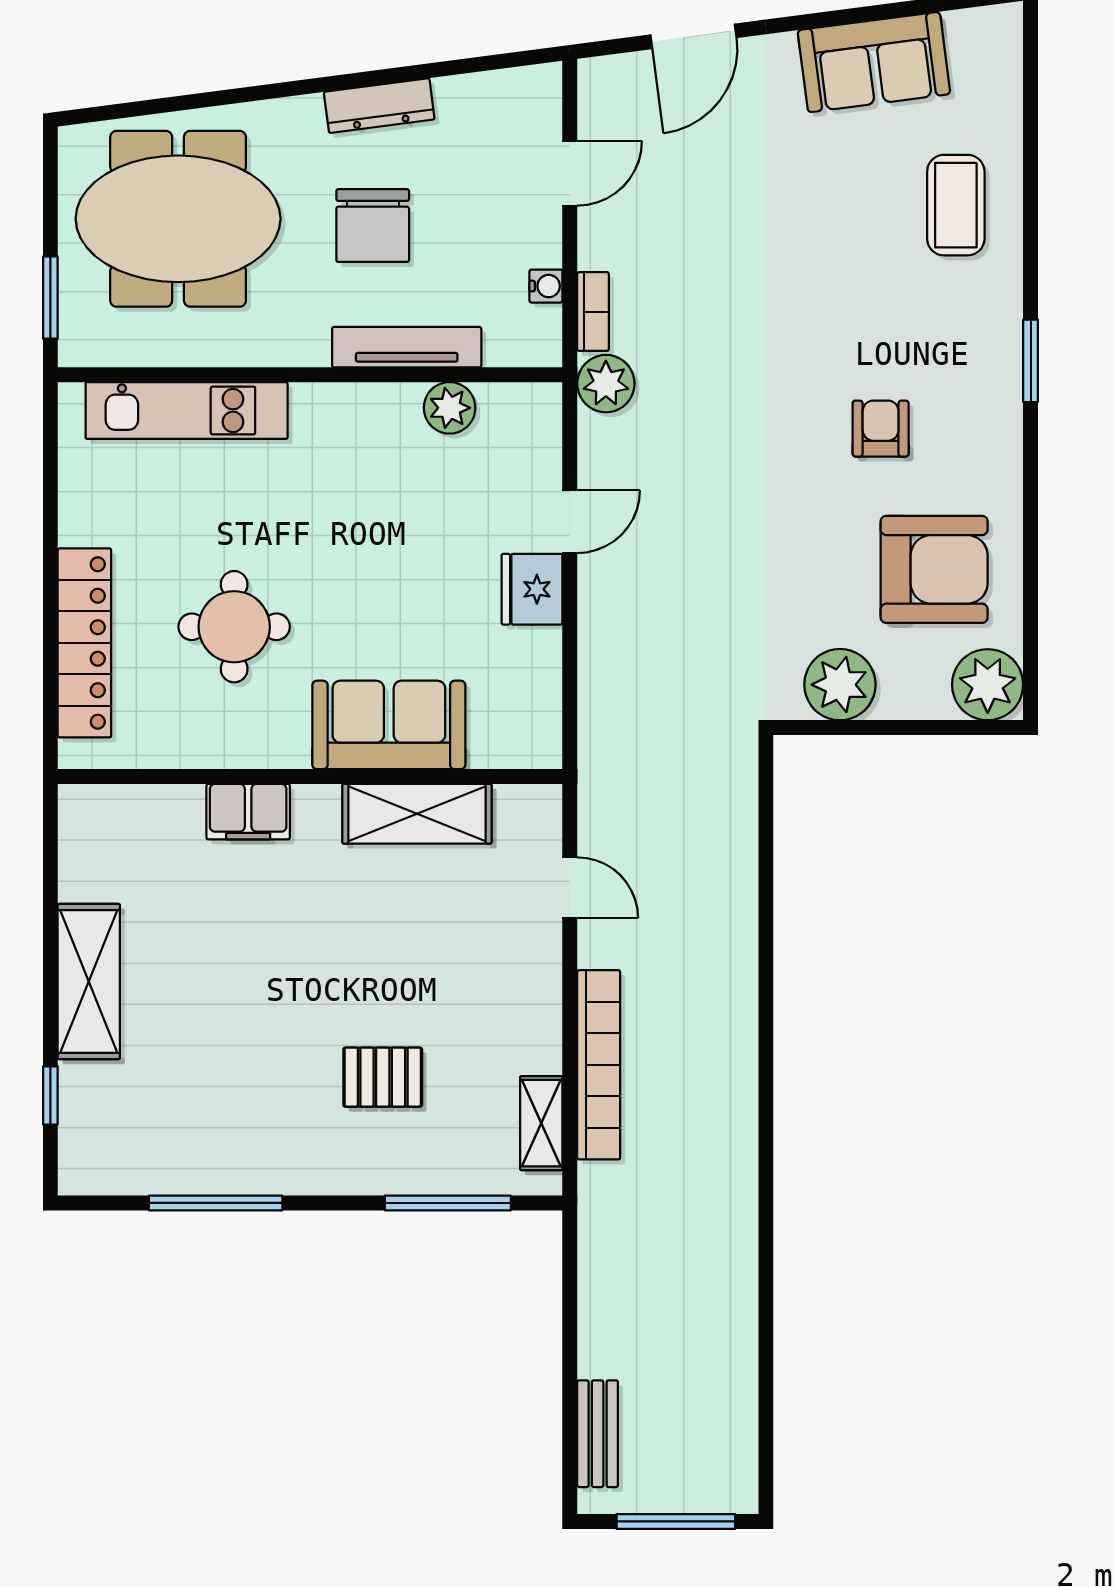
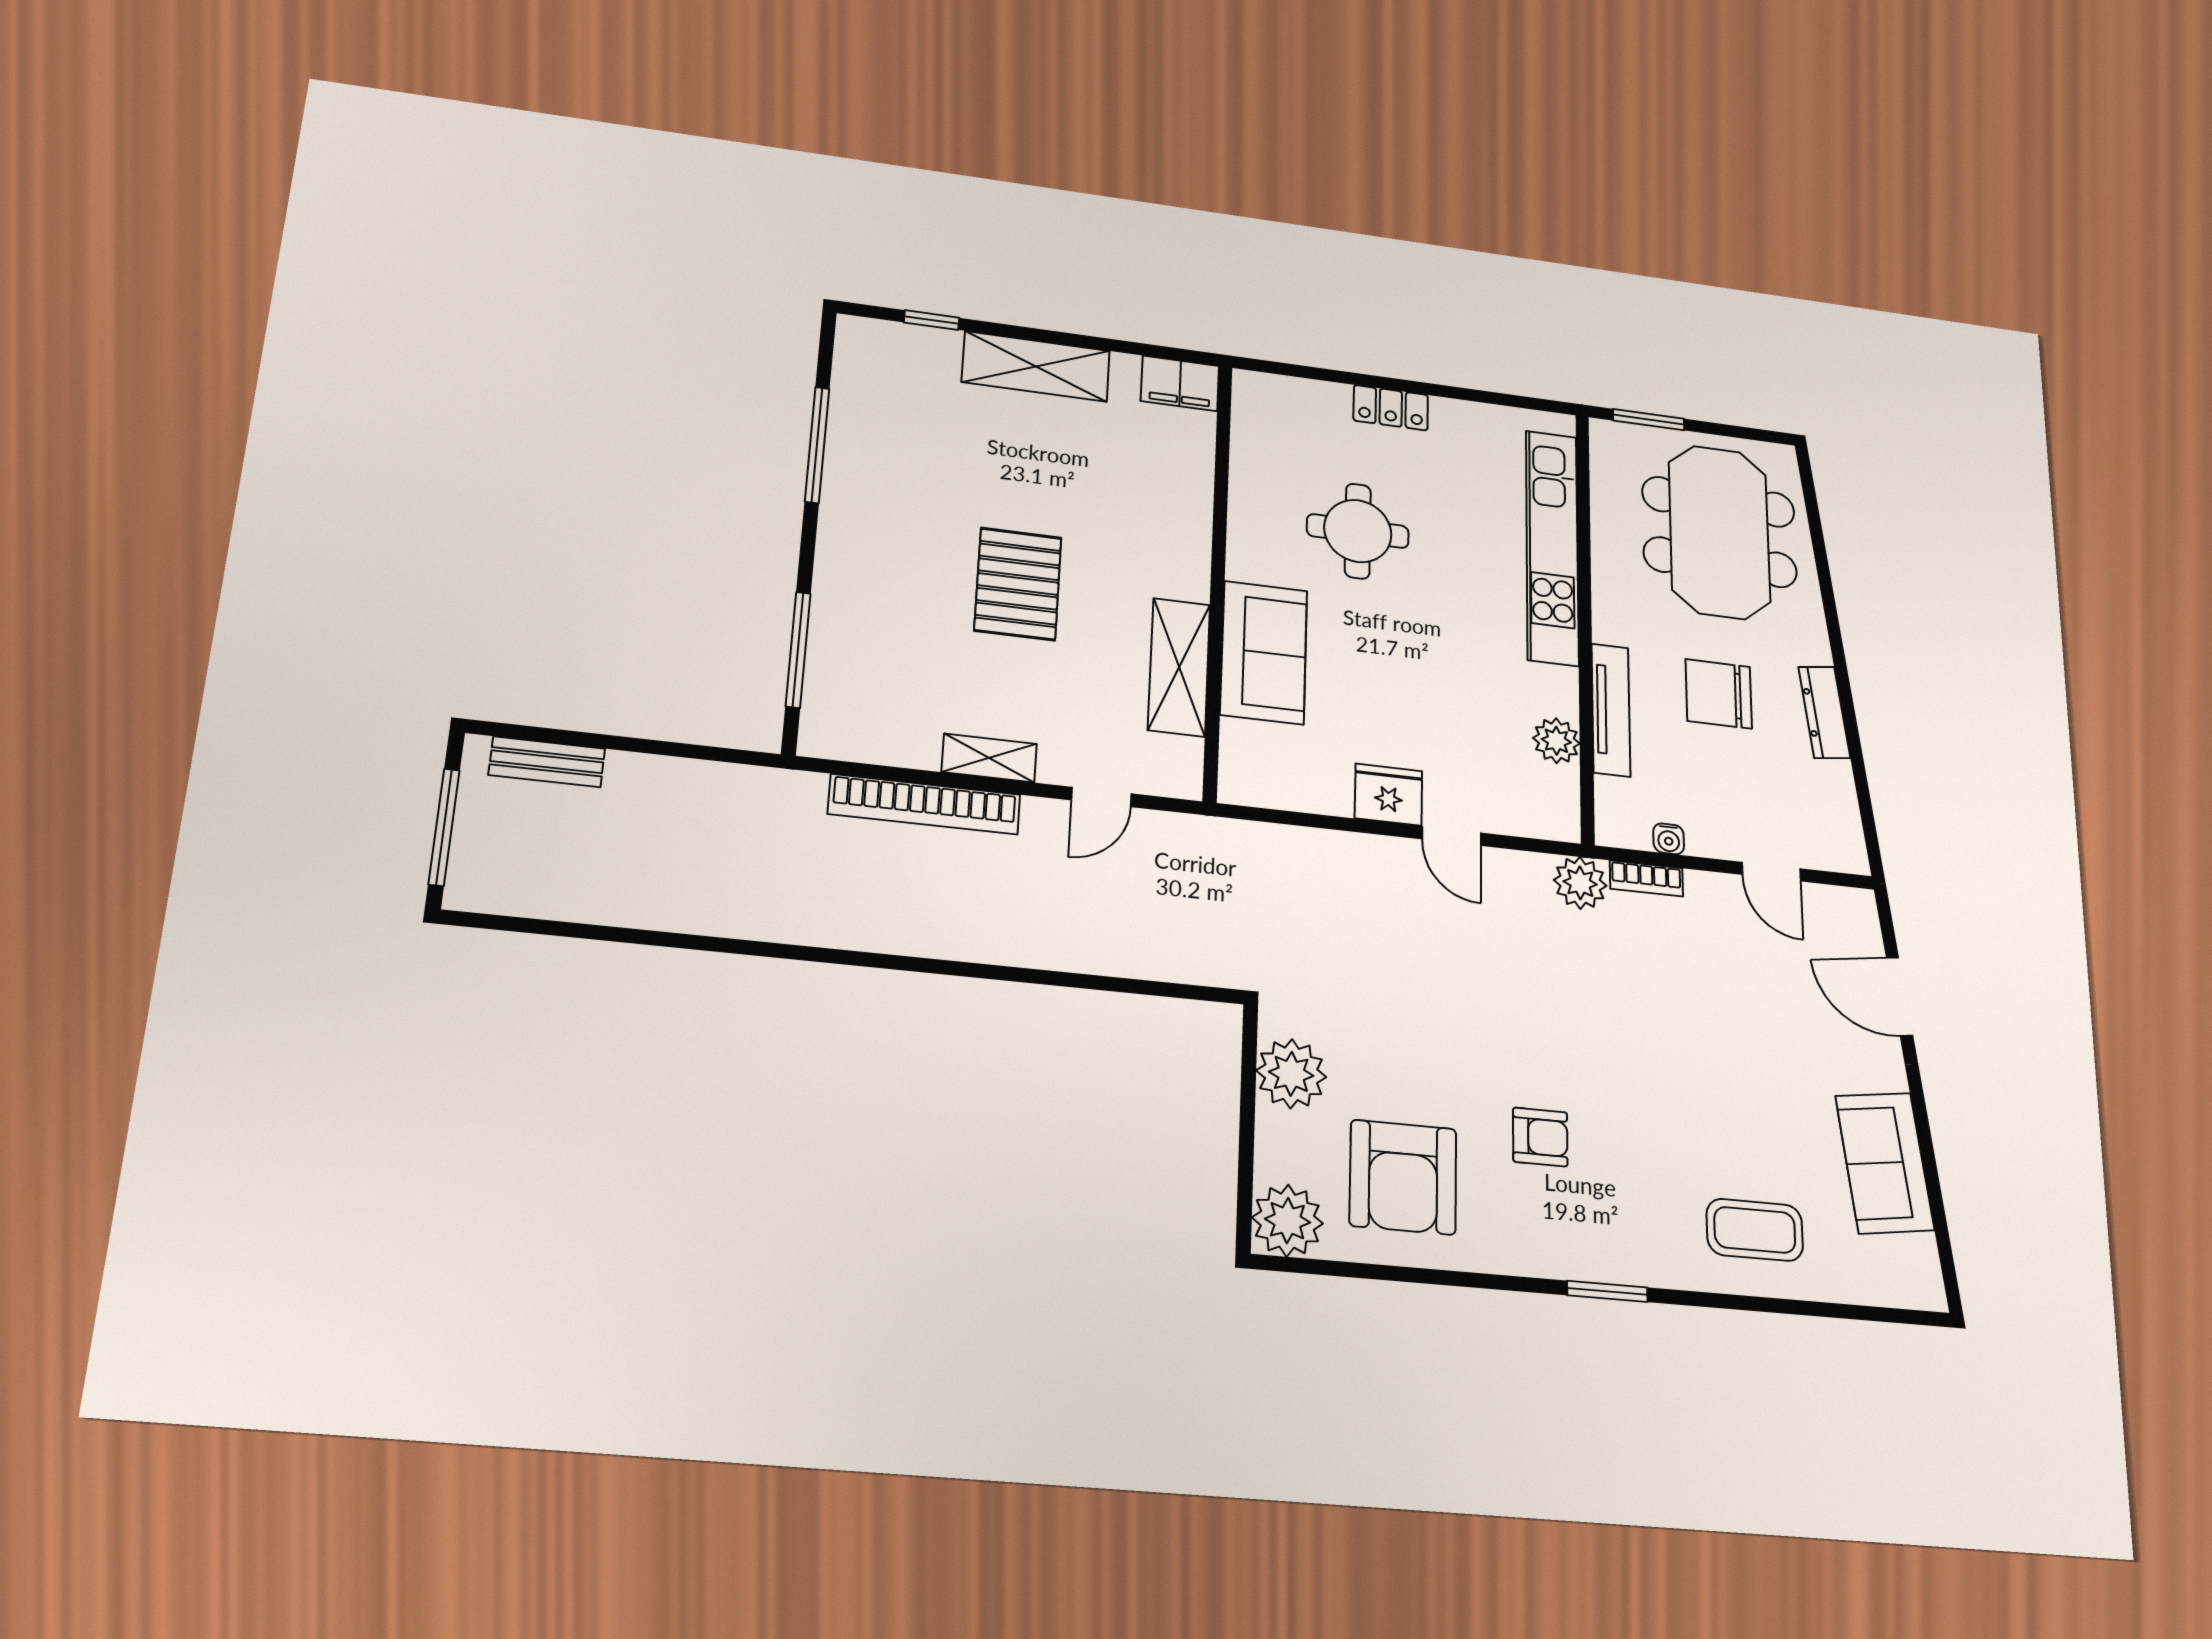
kitchen unit: (187, 411) -> (1552, 547), width x1.36
locker: (84, 643) -> (1391, 408), width x0.46, depth x0.83
filing cabinet: (248, 812) -> (1180, 383), moved, turned -90
pallet: (383, 1077) -> (1018, 584), moved, width x1.50, depth x1.42
shelving: (541, 1123) -> (989, 758), moved

